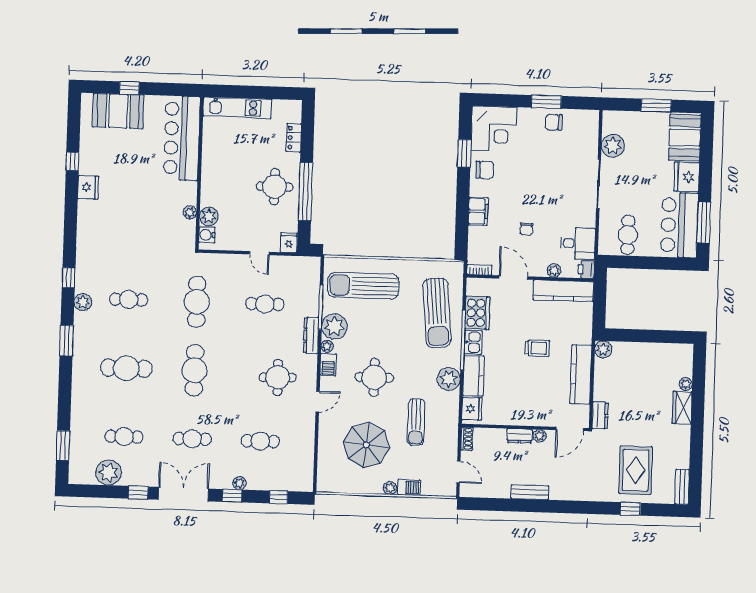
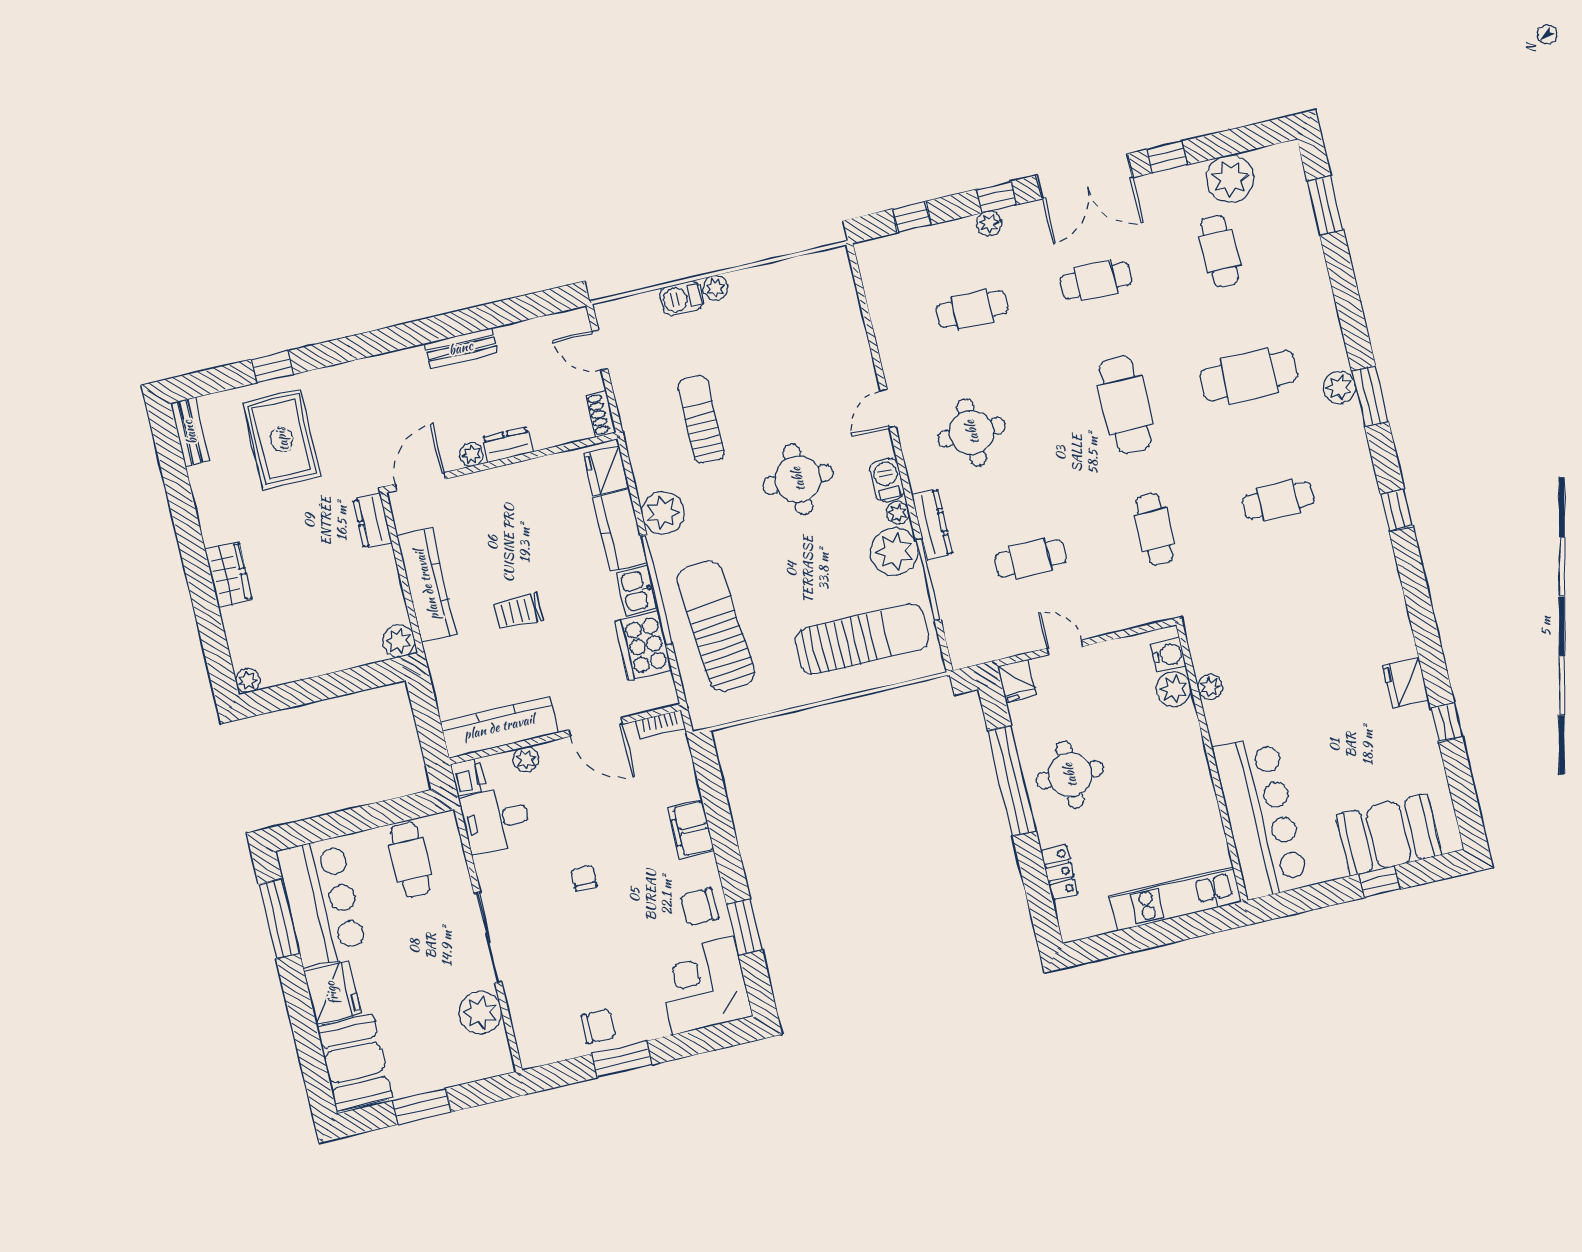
chair: (526, 229) -> (584, 878), moved
plant: (83, 302) -> (1339, 387), moved
cafe table: (197, 302) -> (1154, 529), width x0.73, depth x0.74
plant: (686, 384) -> (248, 680), moved
cafe table: (124, 437) -> (1220, 251), turned 90
parasol: (366, 445) -> (779, 354), removed

